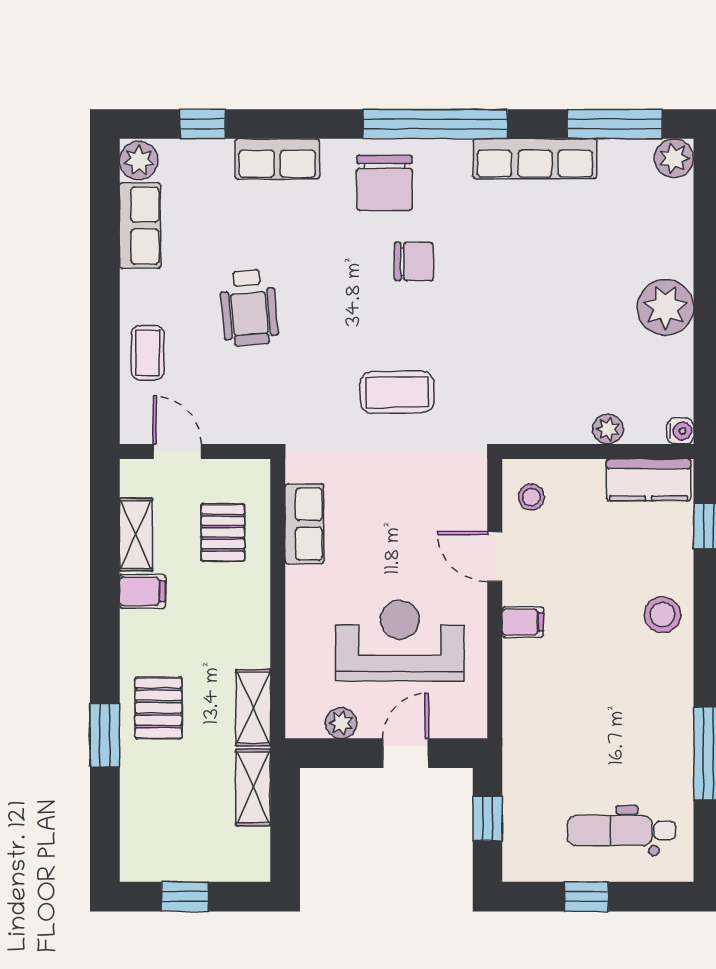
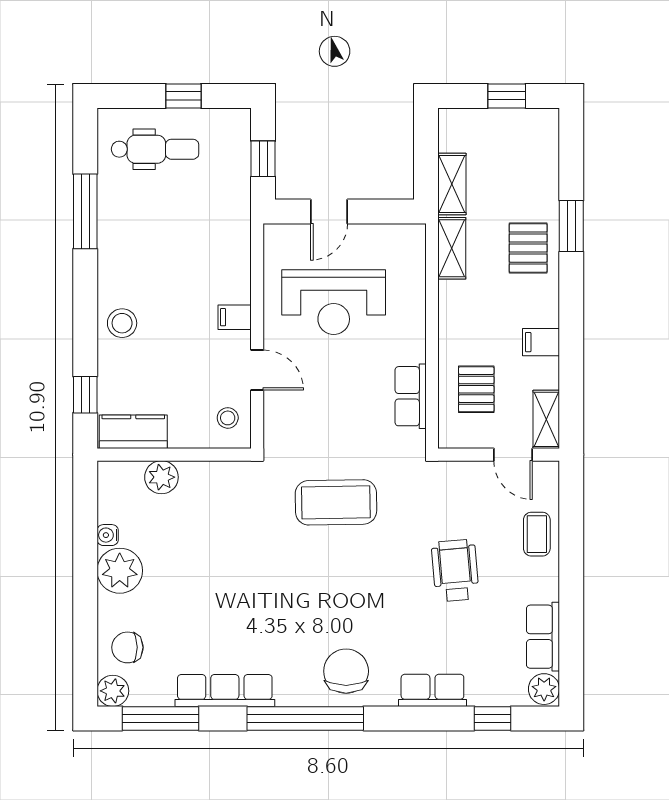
chair: (414, 262) -> (127, 647), moved
coffee table: (397, 392) -> (336, 502), width x1.36, depth x1.32
plant: (608, 429) -> (161, 477), width x1.38, depth x1.38
water cooler: (680, 431) -> (108, 535), moved
shelving: (136, 535) -> (546, 419), moved
plant: (341, 723) -> (381, 236), removed

